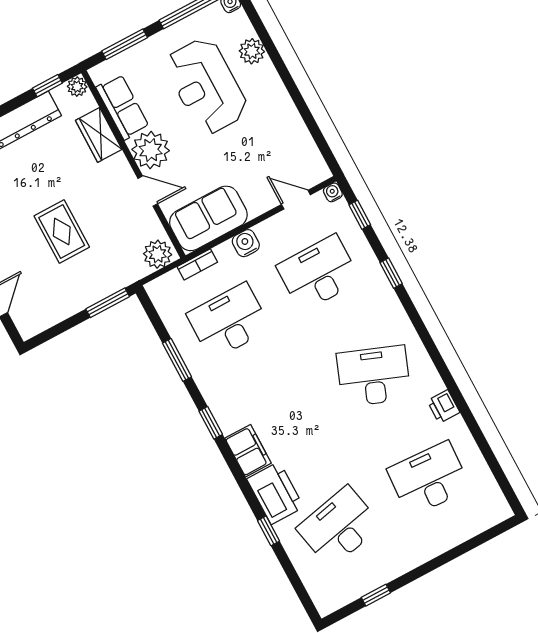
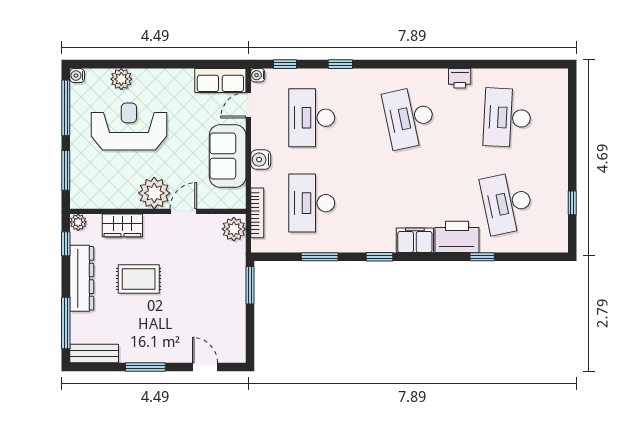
reception desk: (206, 86) -> (129, 127), turned 180
row of seats: (123, 107) -> (220, 80), moved, turned 180
sofa: (208, 218) -> (228, 156), moved
rug: (62, 231) -> (139, 279), moved
bookcase: (197, 264) -> (257, 213), width x1.56
desk: (374, 376) -> (409, 118), turned -33

